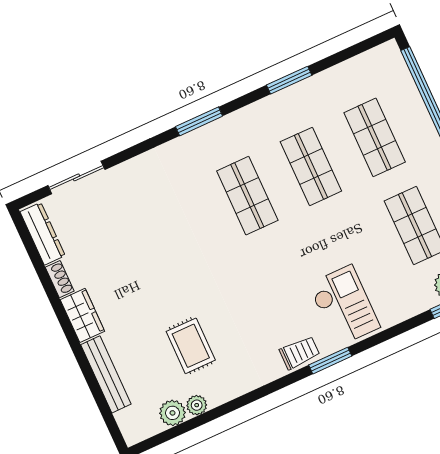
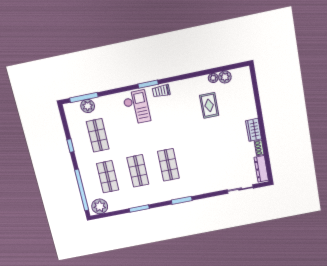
plant: (378, 65) -> (100, 206), added
checkout: (344, 306) -> (137, 107), turned 180
bench: (106, 374) -> (250, 101), removed

